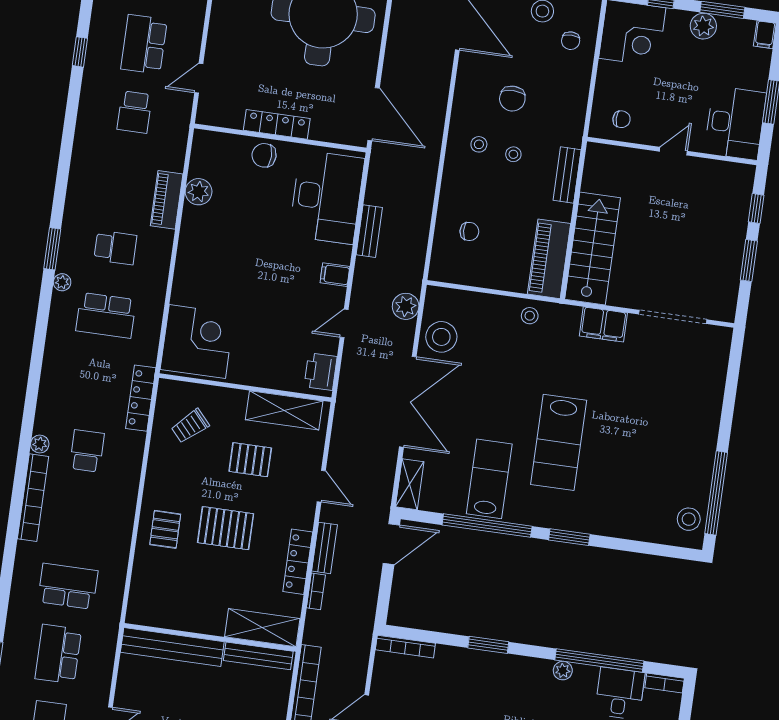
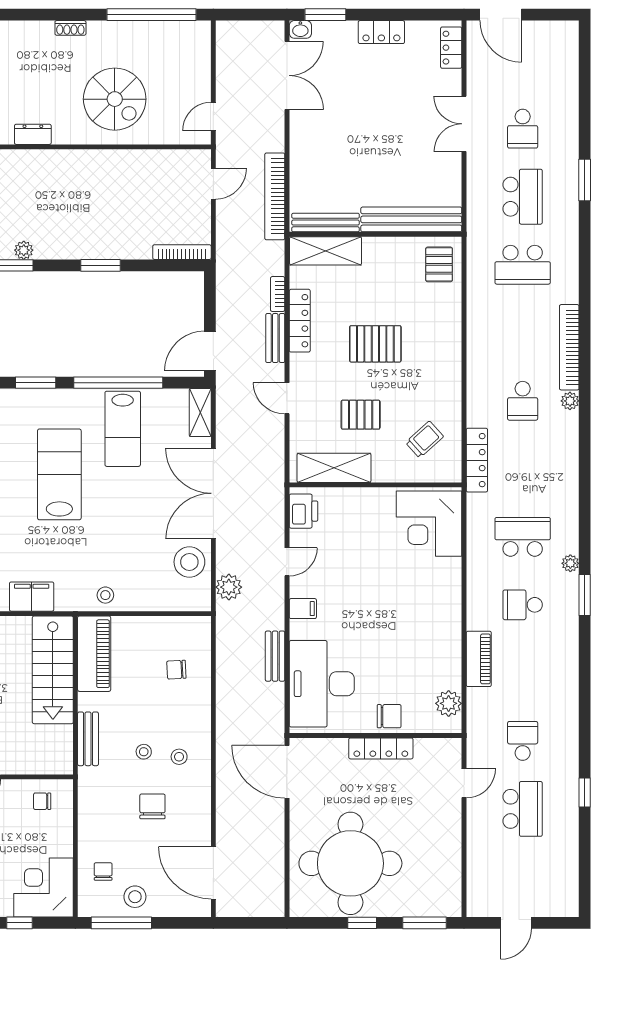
plant: (199, 192) -> (449, 703), moved
pallet: (165, 529) -> (439, 264), moved

